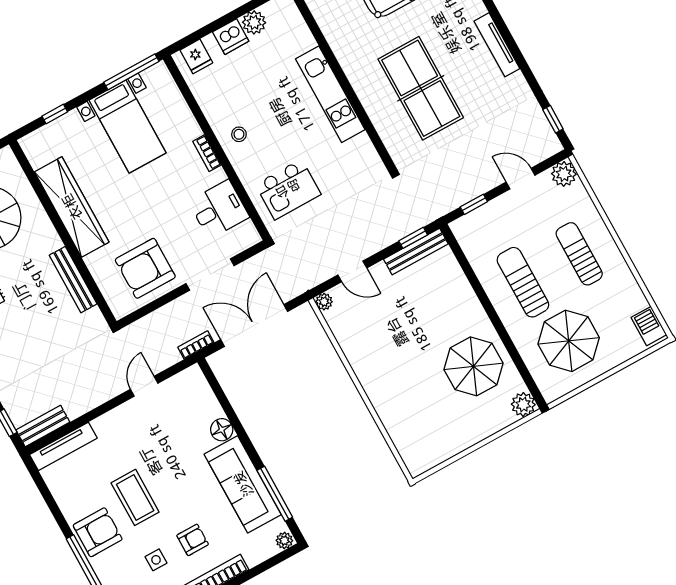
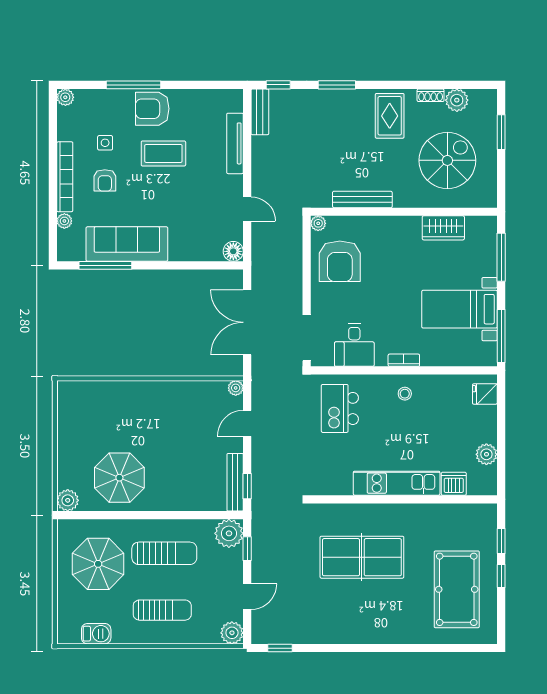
dishwasher: (231, 37) -> (454, 484), moved, turned 90
tv unit: (497, 45) -> (363, 636), removed
window: (55, 114) -> (501, 257), width x2.17
wardrobe: (72, 207) -> (443, 228), width x0.48, depth x0.85
plant: (469, 230) -> (229, 533), added
armchair: (145, 268) -> (340, 261), turned 180
doorway: (210, 275) -> (307, 338), moved
plant: (120, 310) -> (318, 223), added
double door: (254, 326) -> (247, 322), swing flipped
barbecue: (649, 326) -> (96, 634), moved
bookcase: (196, 345) -> (257, 268), removed
floor lamp: (222, 430) -> (233, 251), moved
tv unit: (63, 446) -> (235, 143), moved
armchair: (98, 532) -> (152, 109), turned 90
plant: (284, 541) -> (64, 221), moved

